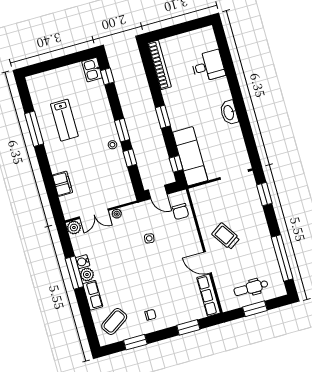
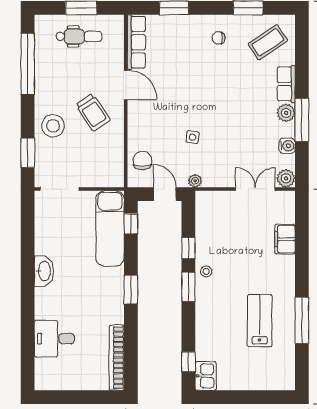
plant: (117, 214) -> (195, 181), moved
stool: (252, 219) -> (53, 126), added
water cooler: (83, 262) -> (287, 146), moved

